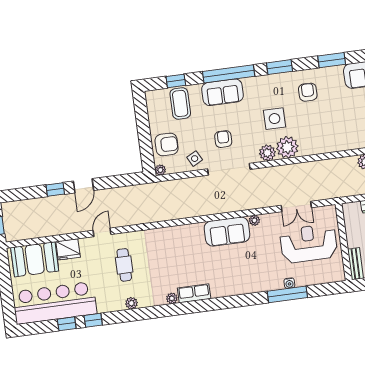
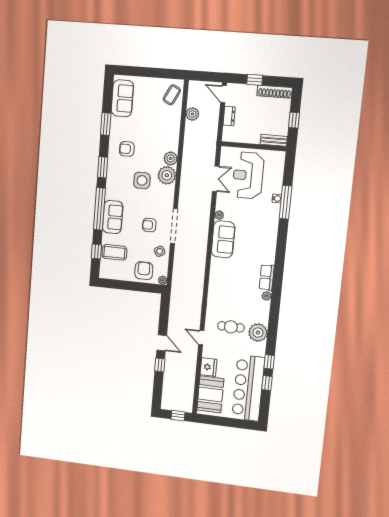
plant: (267, 153) -> (171, 158), moved
plant: (131, 303) -> (258, 333), width x1.87, depth x1.87

